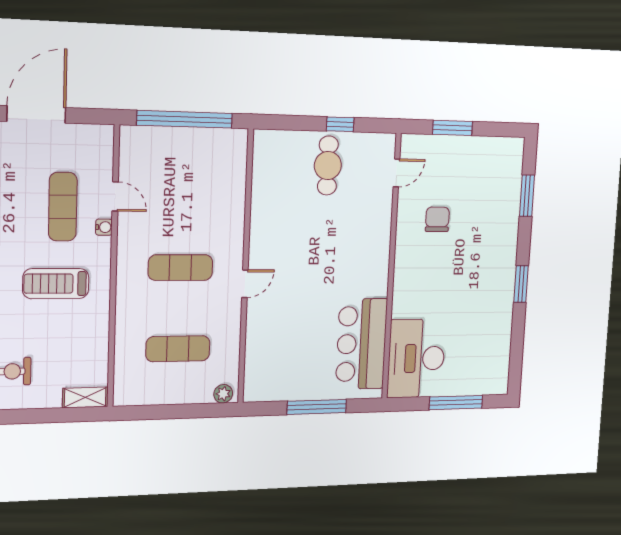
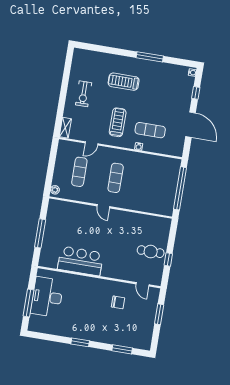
door: (115, 196) -> (91, 143), moved
bar counter: (362, 344) -> (80, 261), moved
desk: (416, 358) -> (47, 297), moved, turned -90

